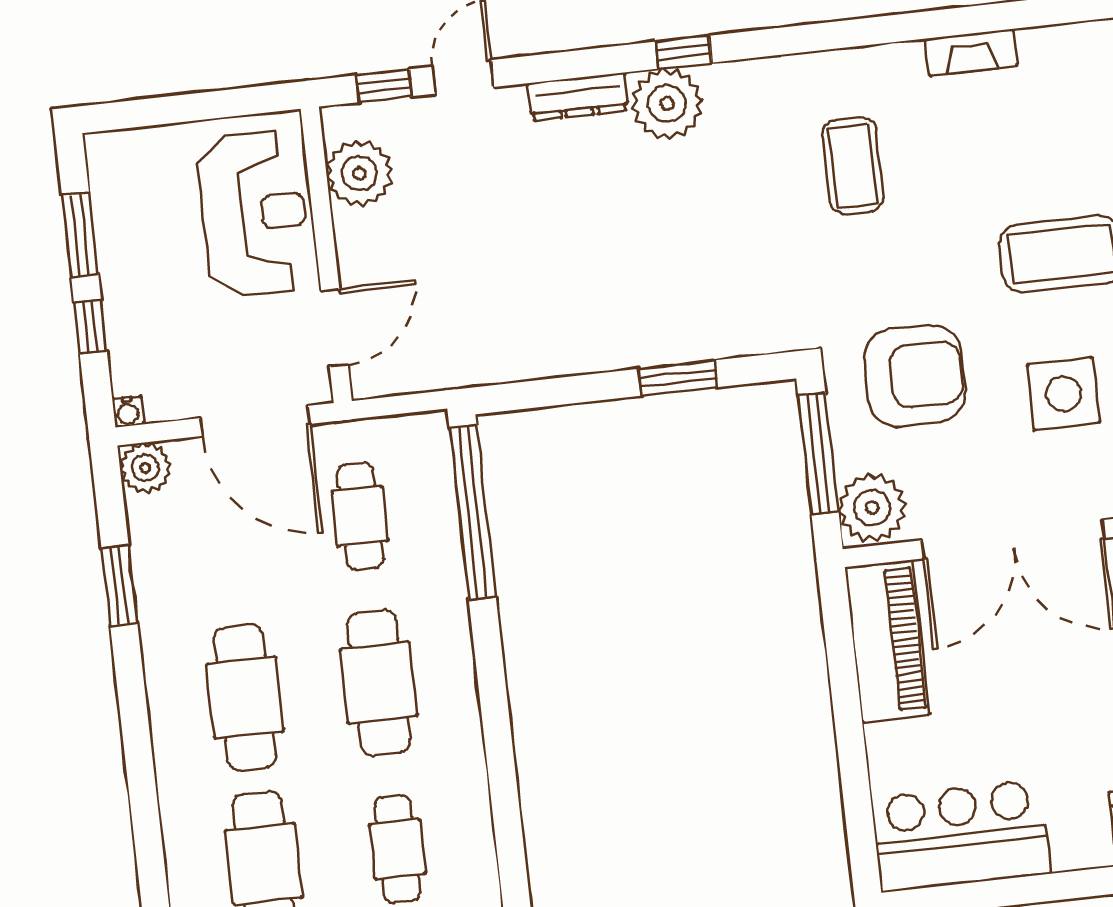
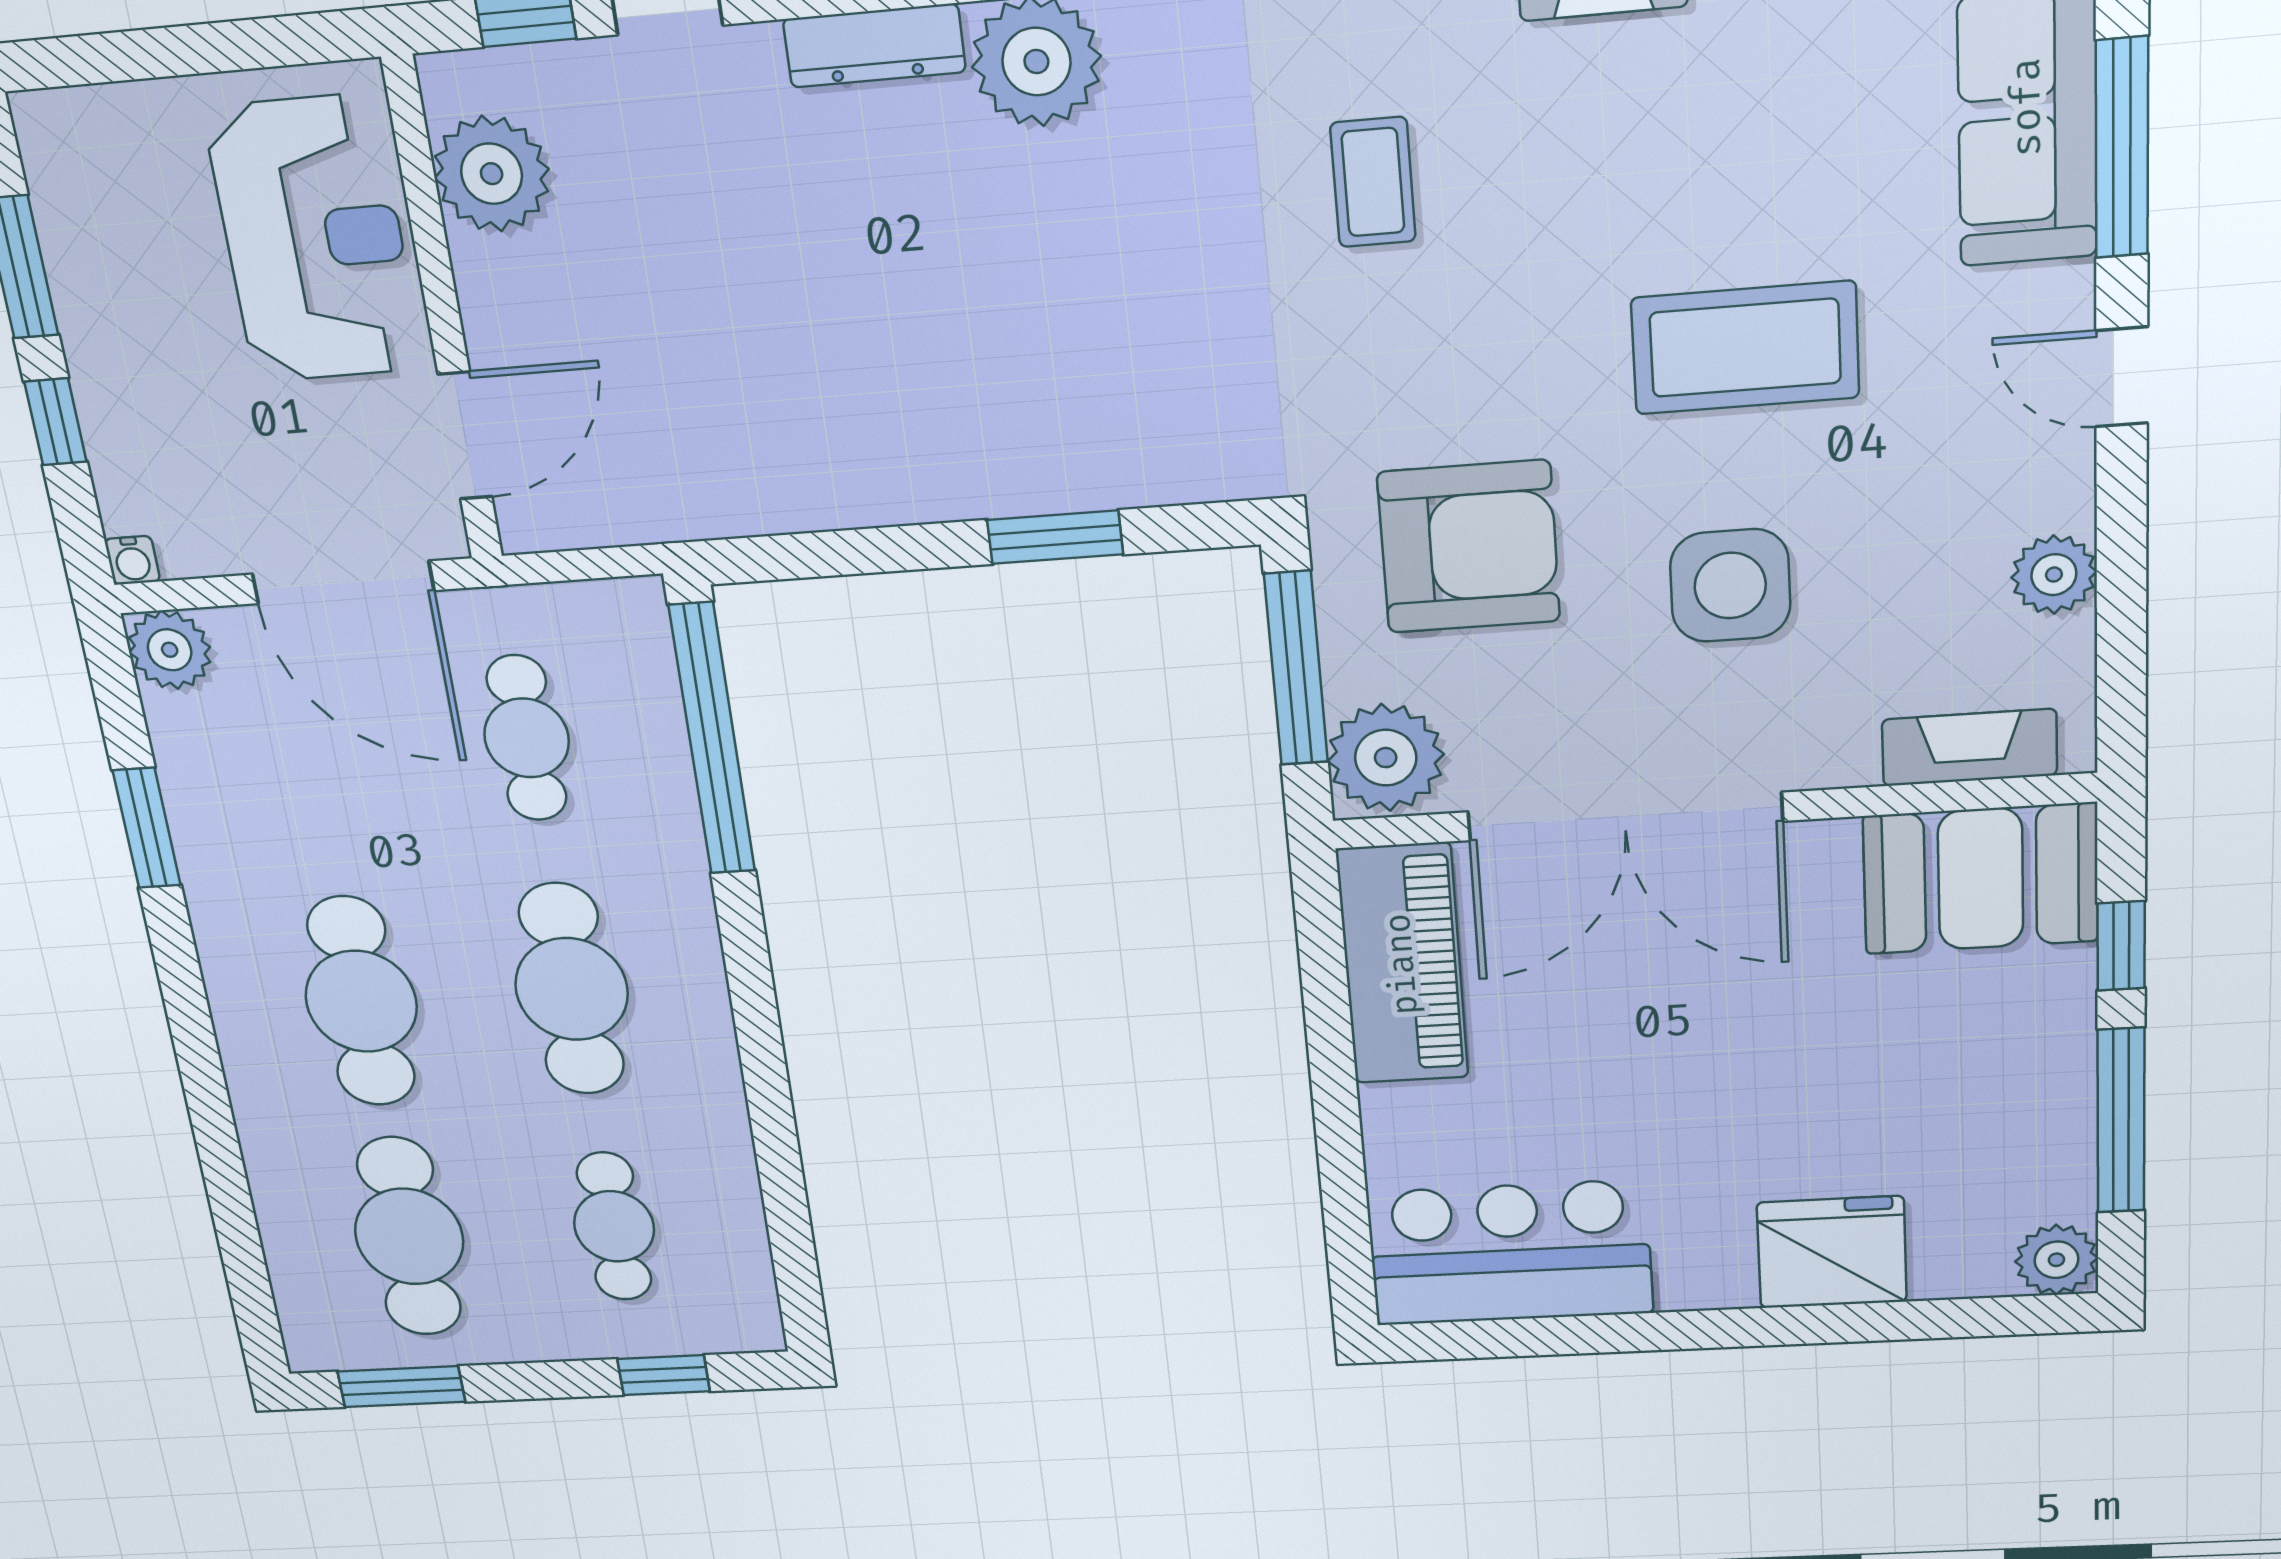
coffee table: (853, 166) -> (1373, 182), width x0.73, depth x0.77

